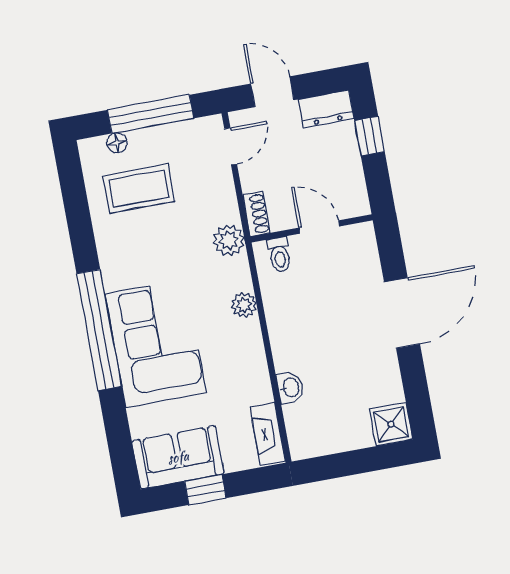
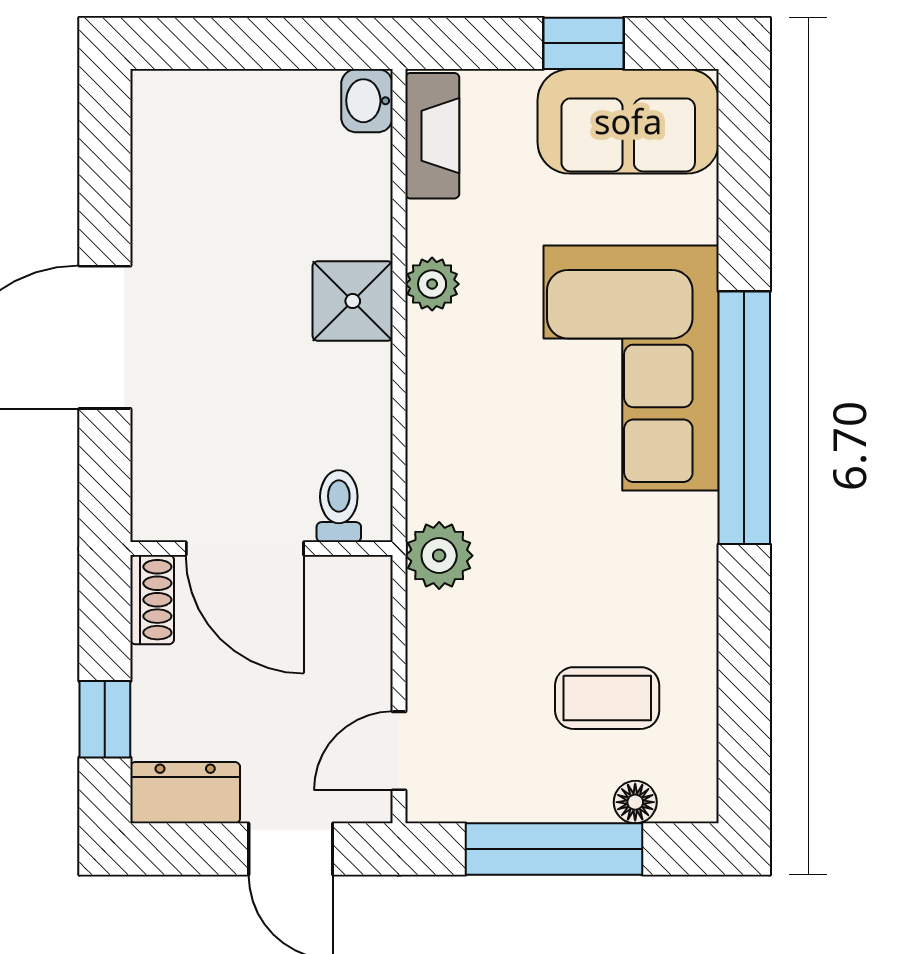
coffee table: (139, 189) -> (607, 698), width x0.73, depth x0.77
shoe rack: (257, 214) -> (152, 600), moved, turned 180
door: (319, 227) -> (245, 549), width x1.38
plant: (244, 305) -> (432, 284), moved
washbasin: (290, 388) -> (367, 101), moved
shower: (391, 424) -> (353, 301), moved

